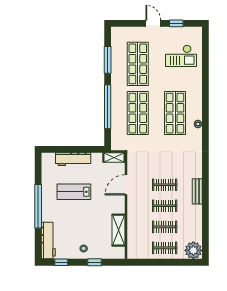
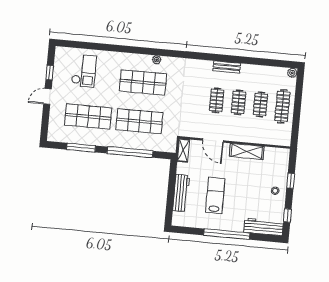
lab bench: (74, 192) -> (215, 195), turned 180
shelving: (119, 230) -> (247, 151), moved
clothes rail: (165, 248) -> (282, 106), width x1.36
plant: (193, 250) -> (292, 73), width x0.53, depth x0.53

